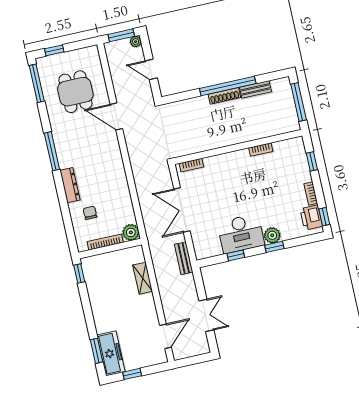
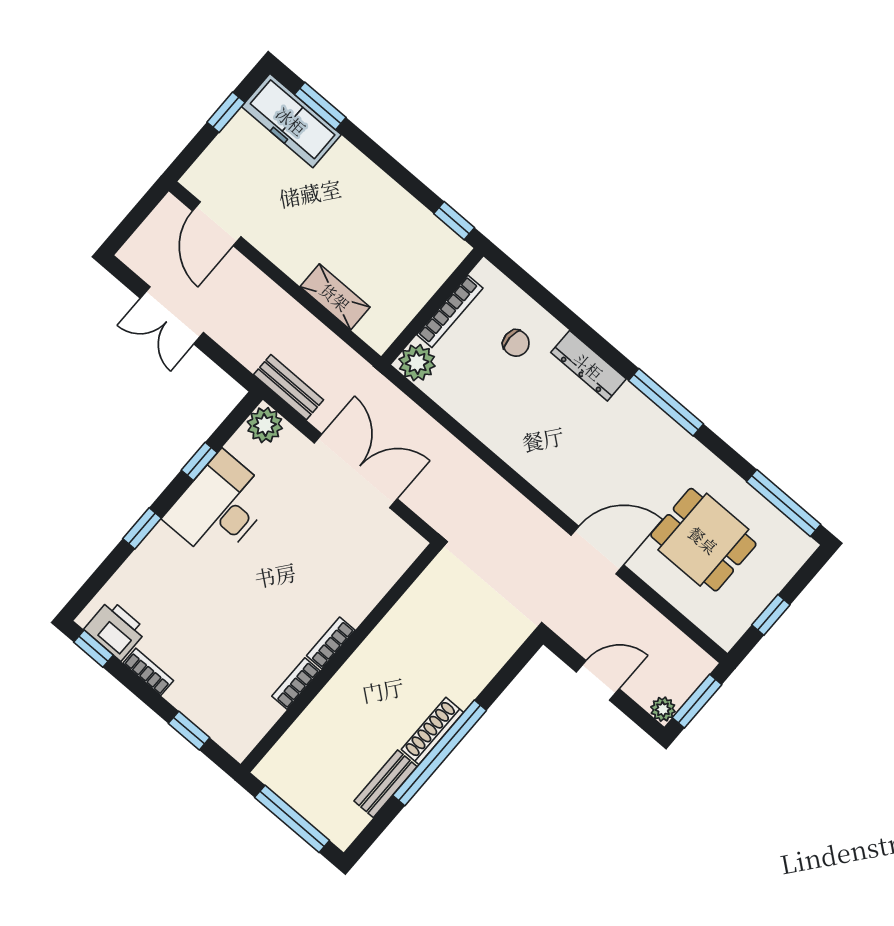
window: (54, 50) -> (771, 615), moved
bookcase: (191, 165) -> (331, 643), moved
plant: (272, 235) -> (265, 425), moved

